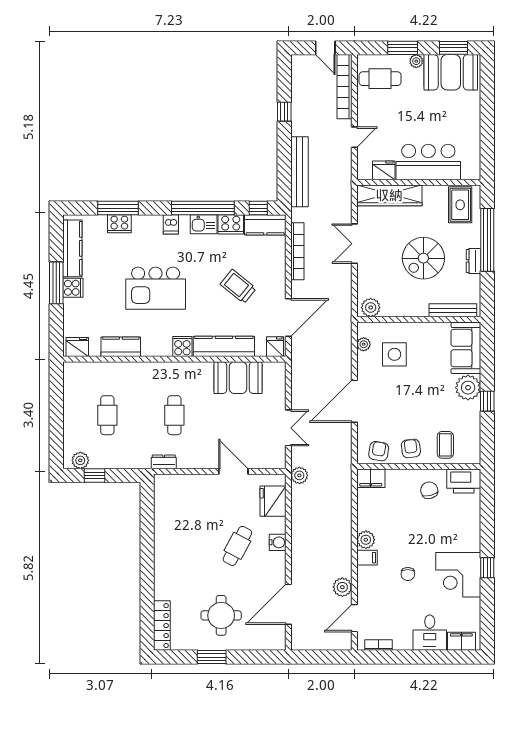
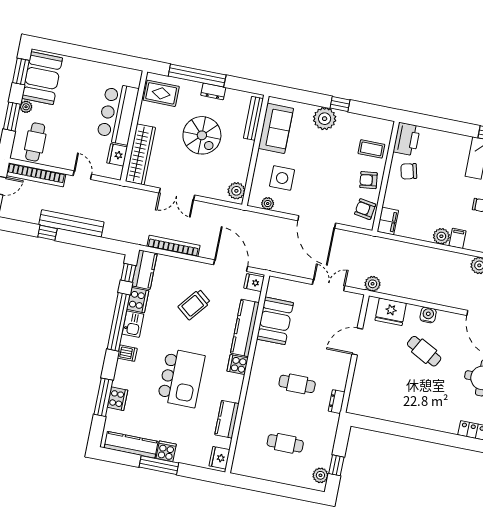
bench: (300, 172) -> (71, 223), moved
sofa: (466, 348) -> (276, 128), moved, turned -90

